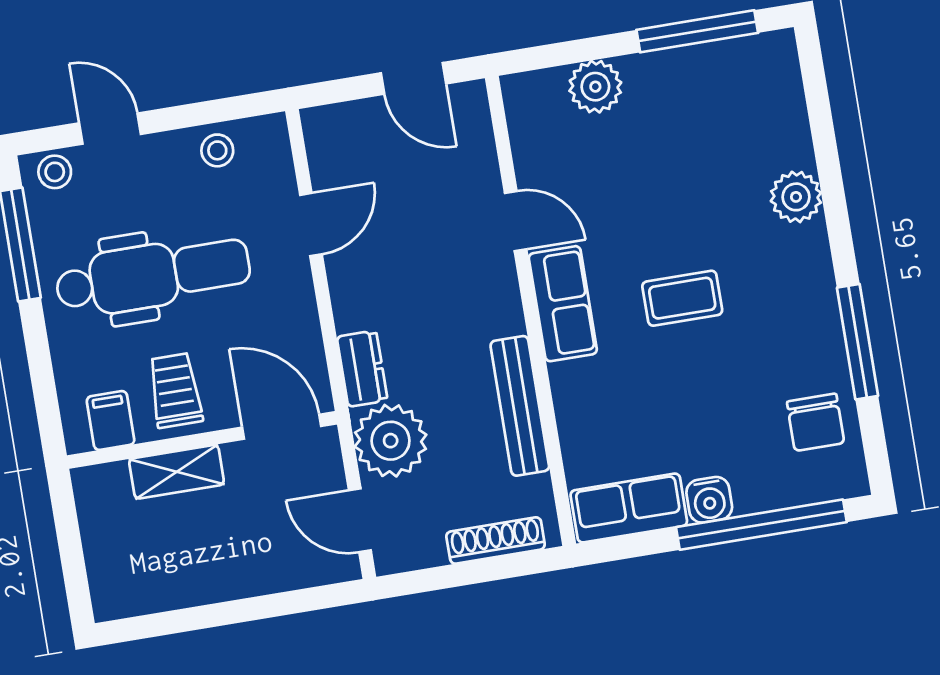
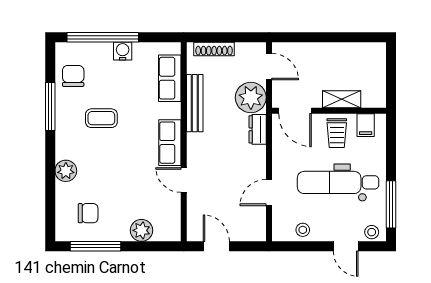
chair: (727, 106) -> (88, 213), added
coffee table: (682, 298) -> (101, 118), moved
row of seats: (629, 508) -> (170, 78), moved, turned 90

